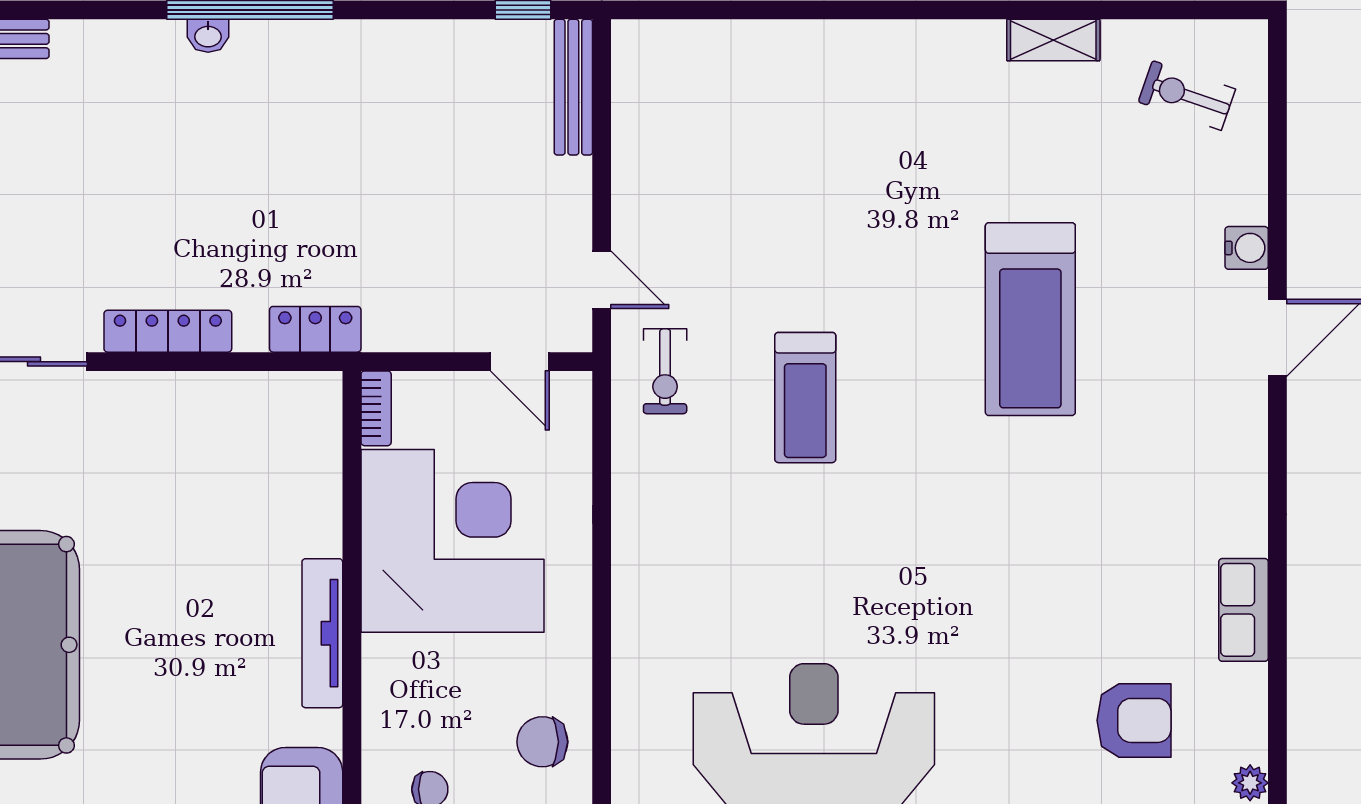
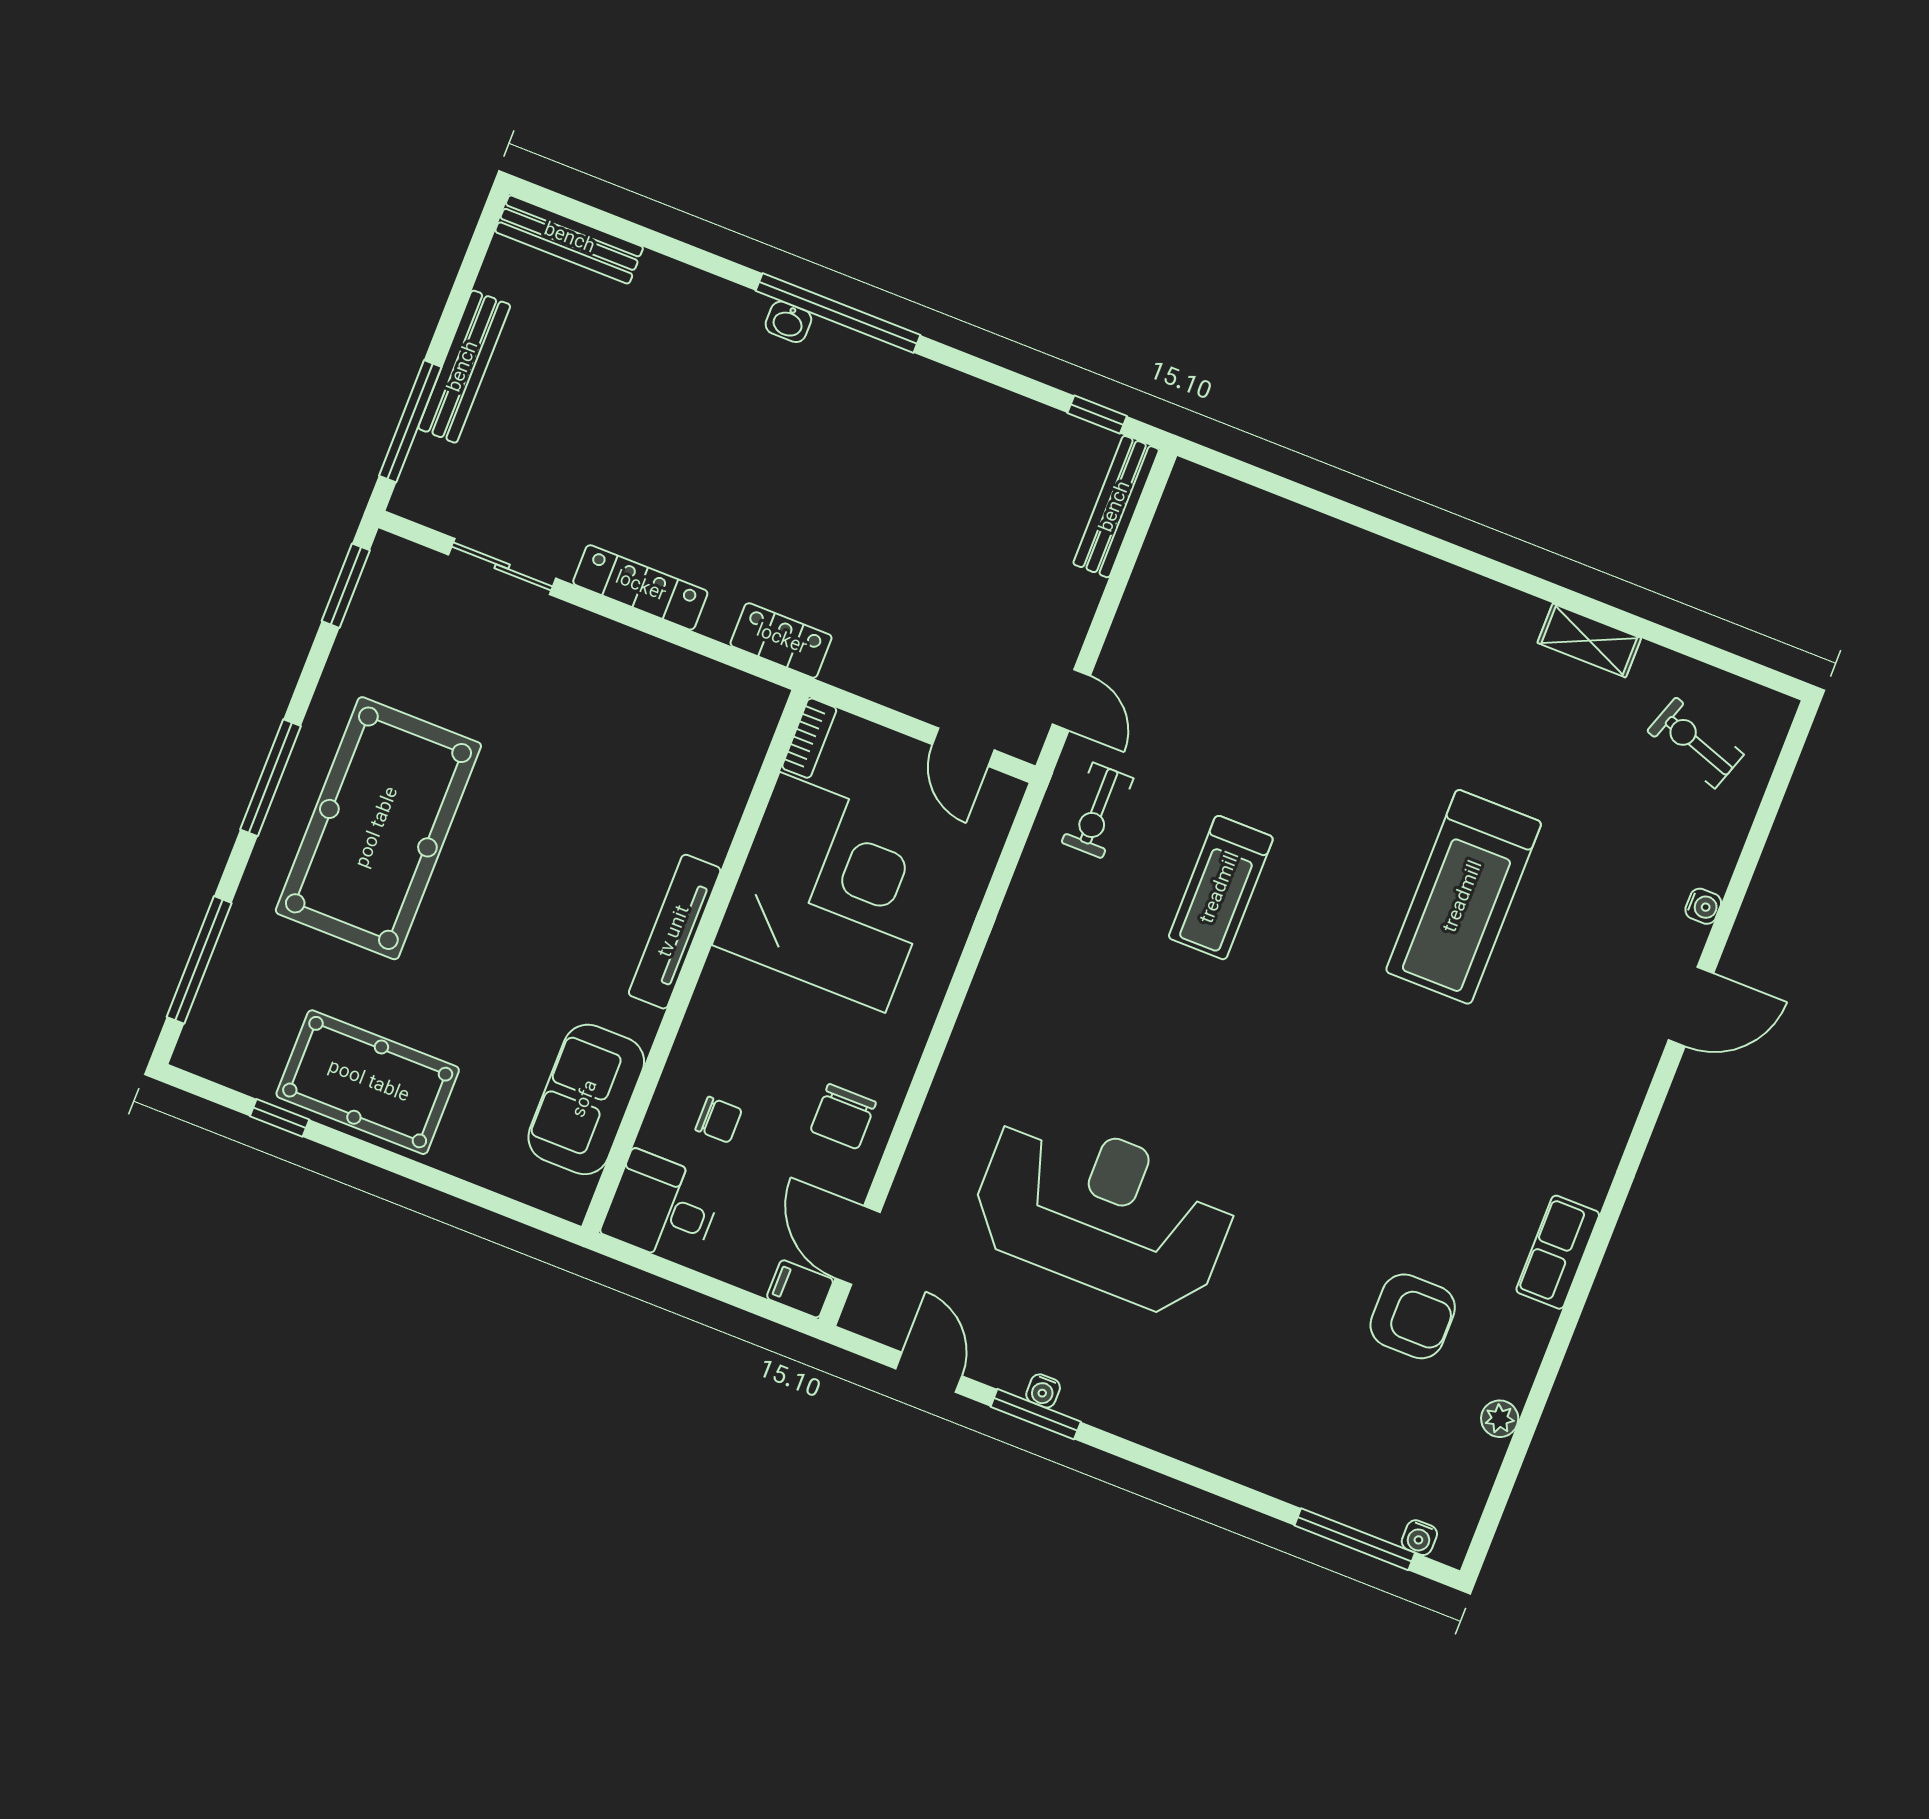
water cooler: (1247, 248) -> (1703, 906), width x0.72, depth x0.72
chair: (542, 742) -> (843, 1117), turned -90

